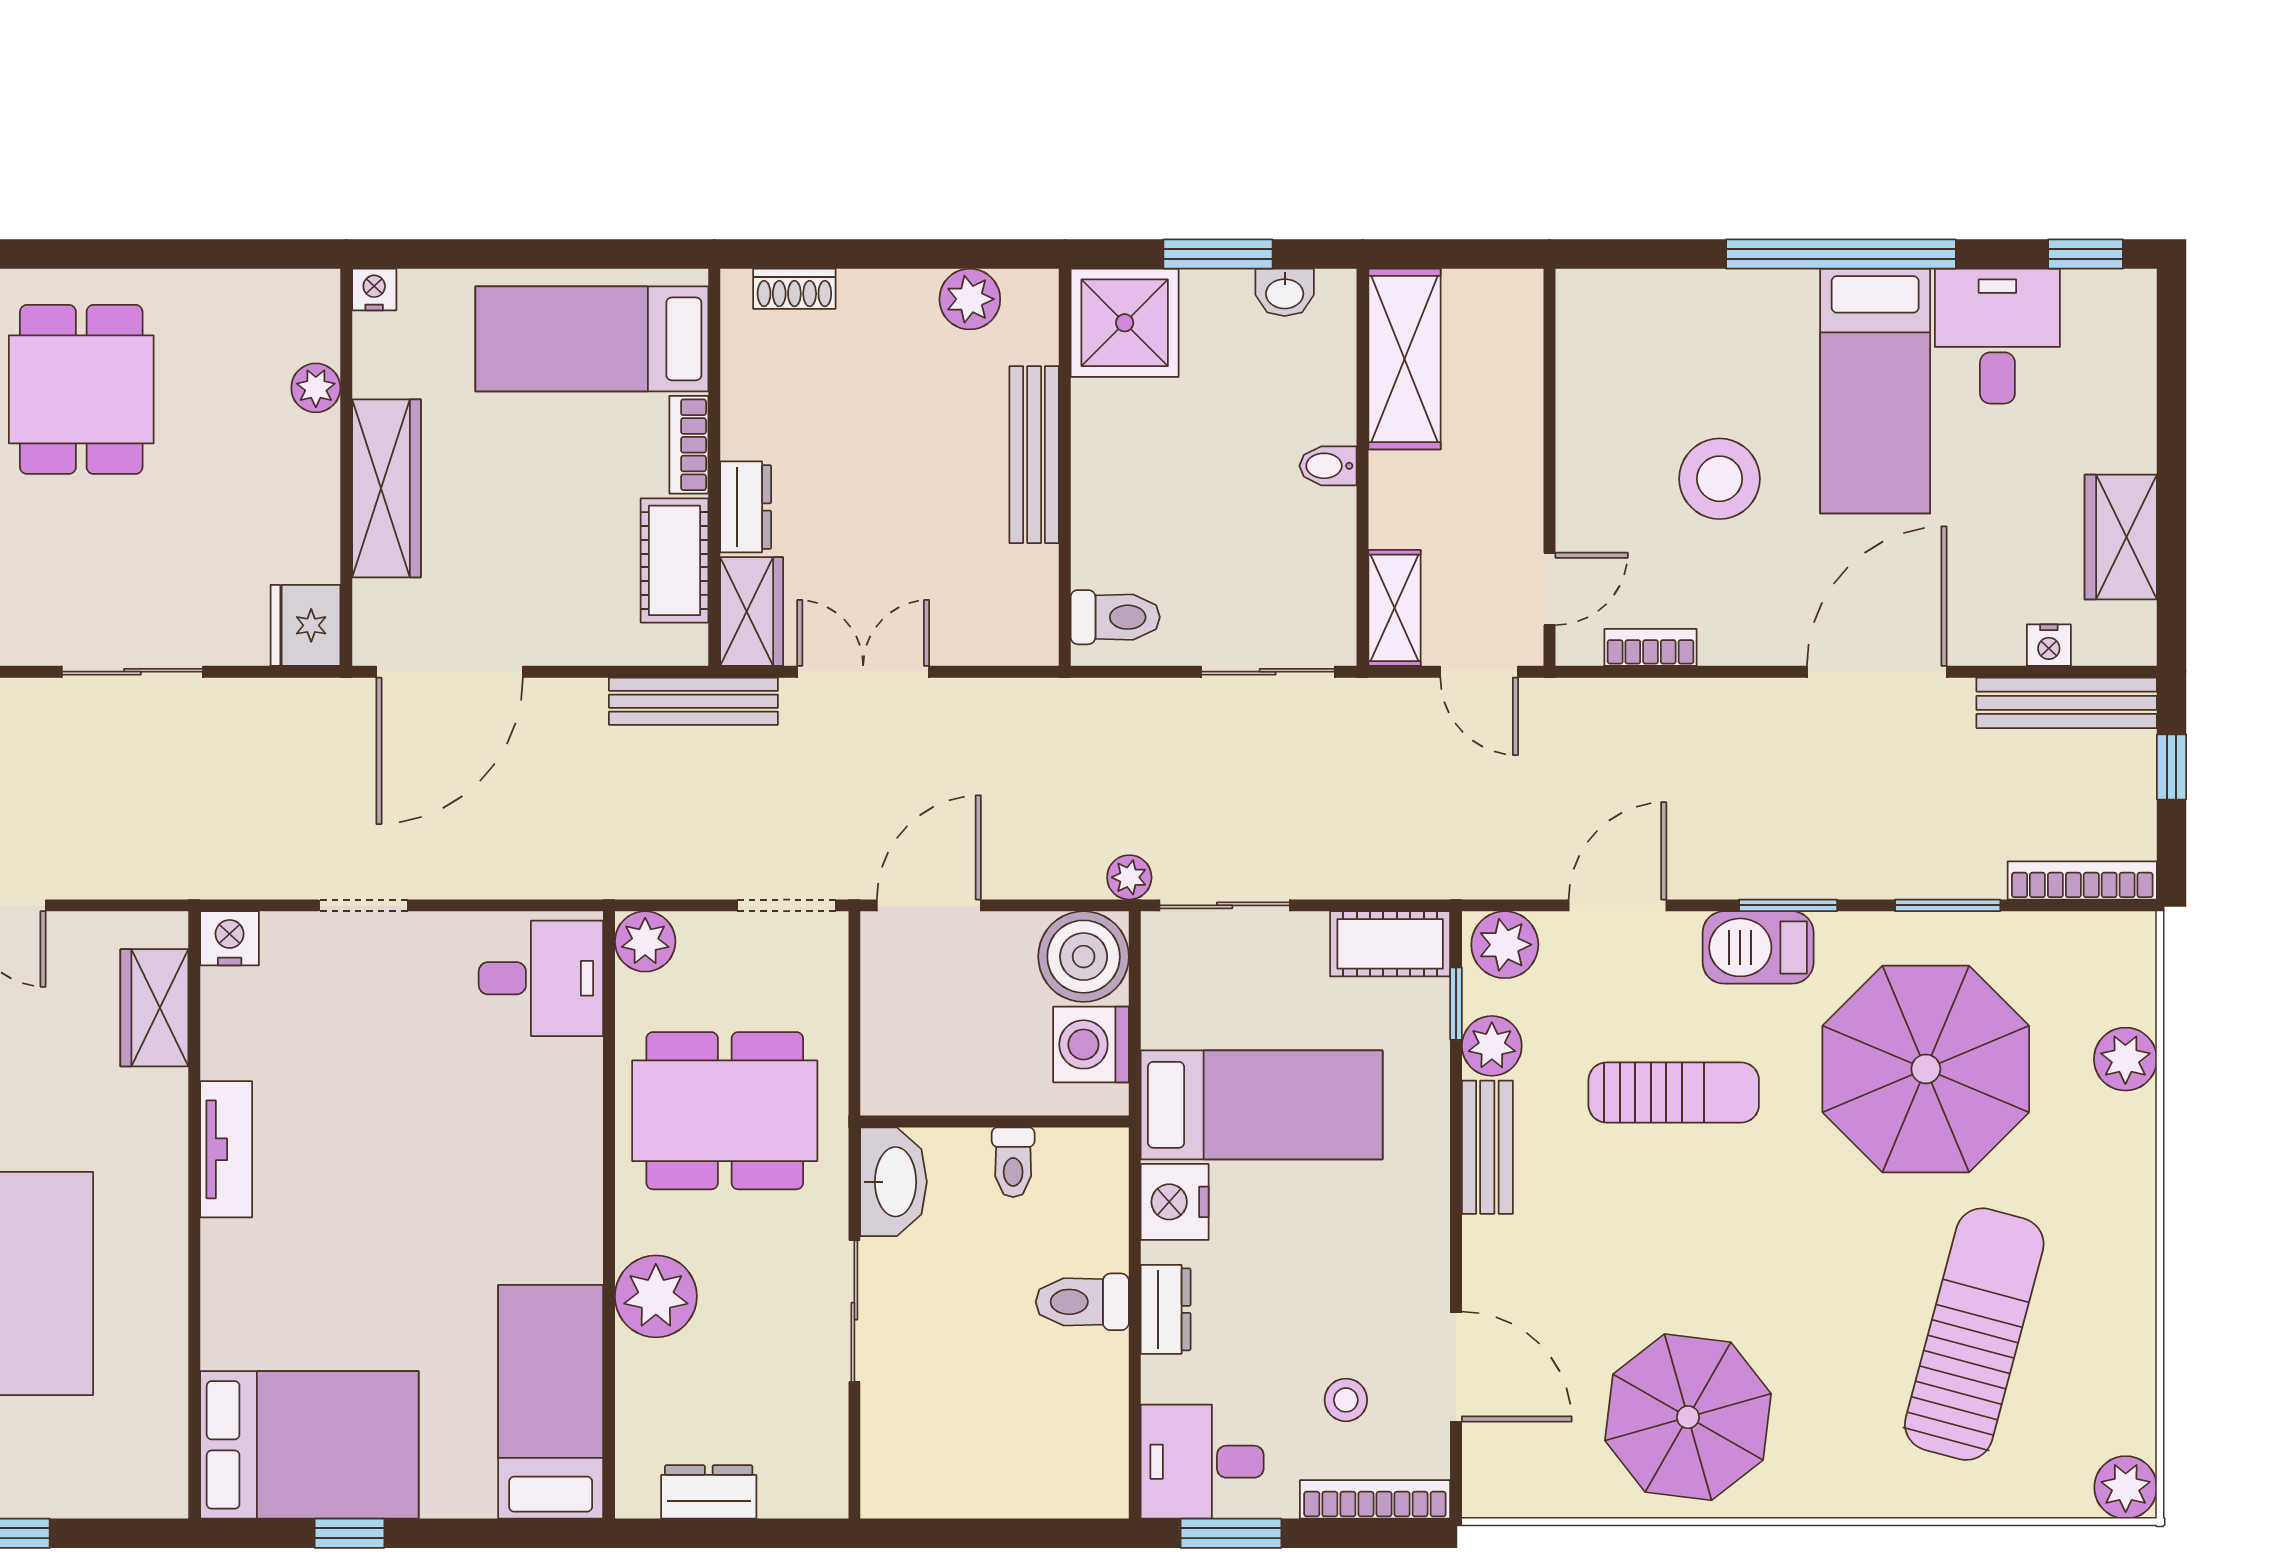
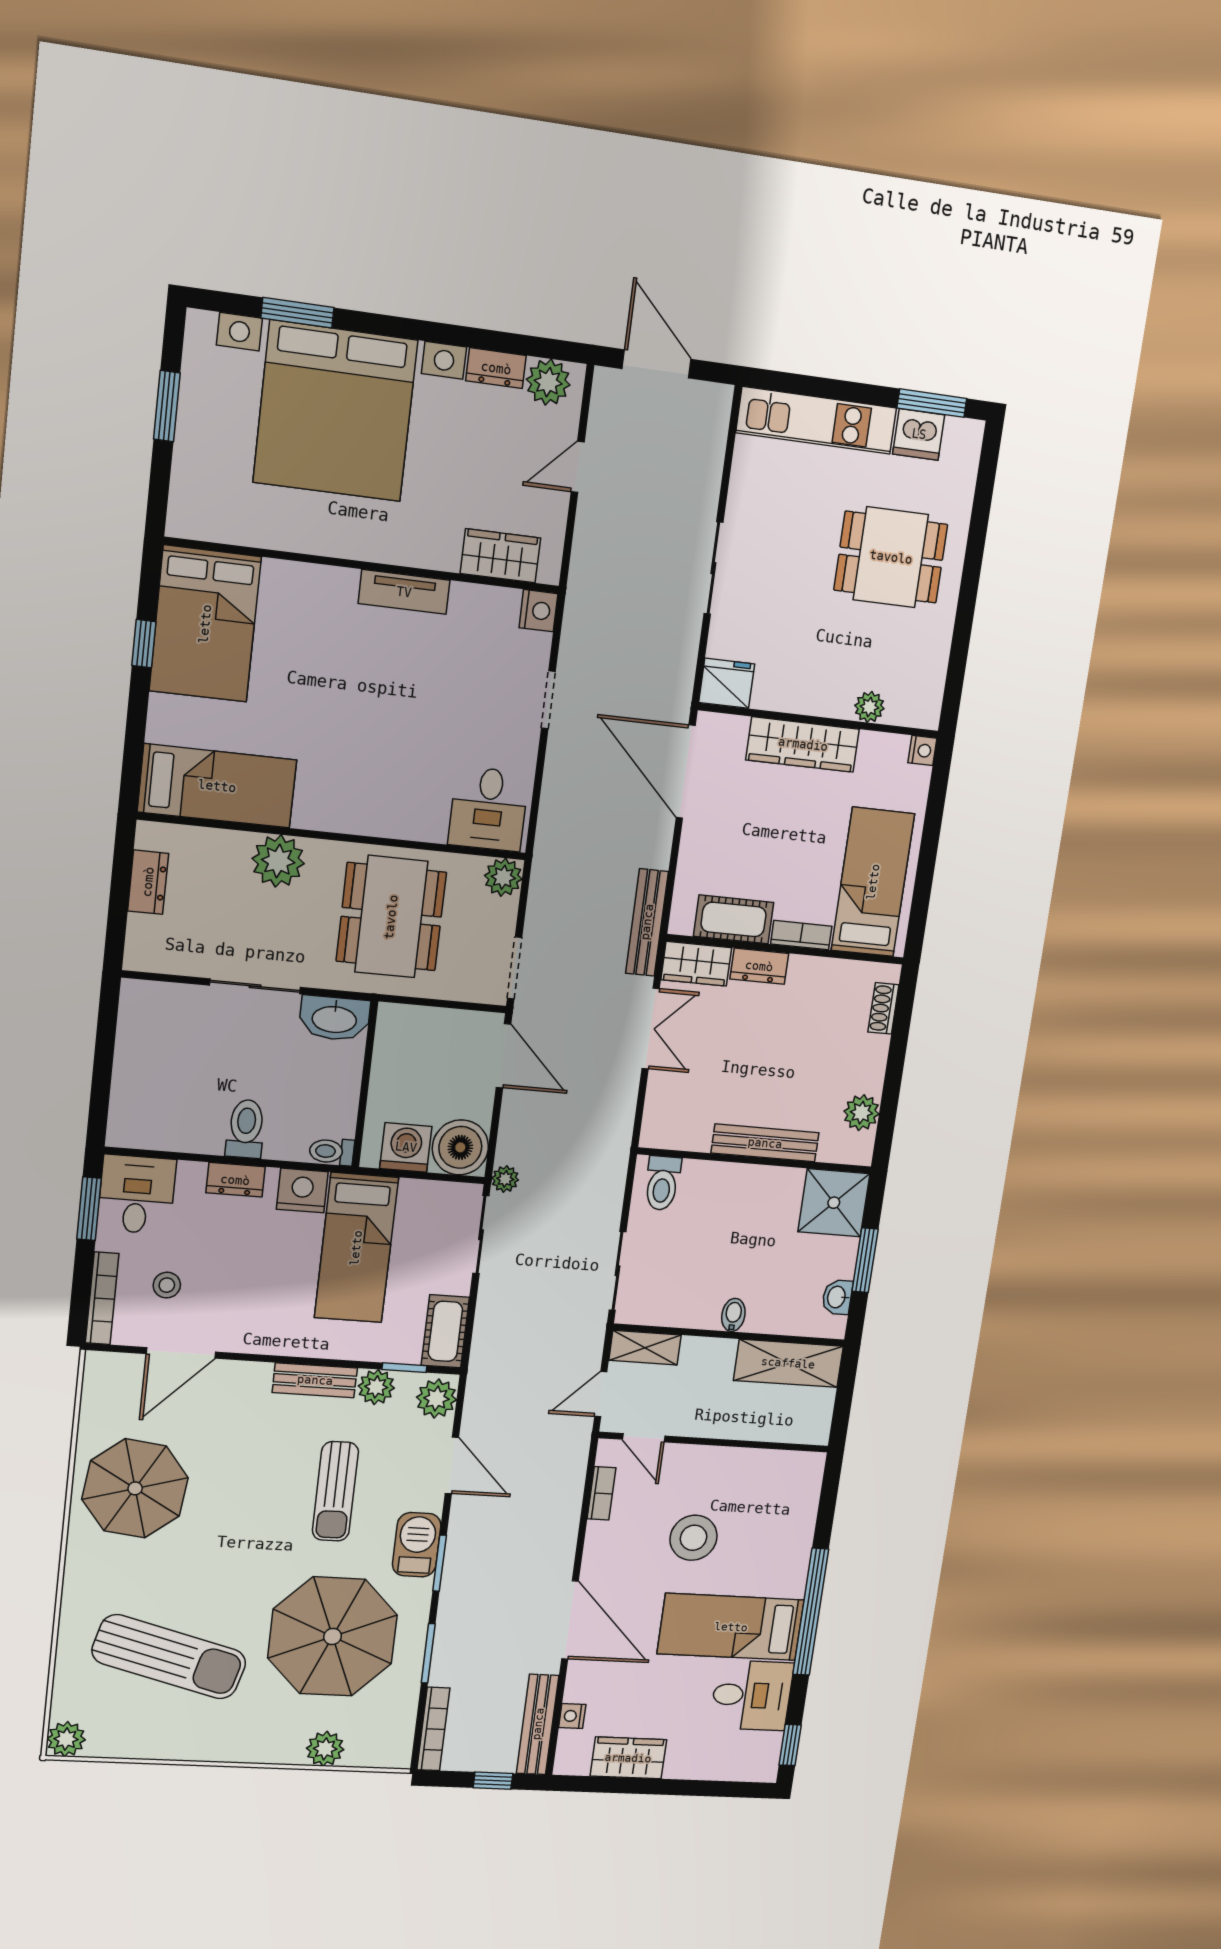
toilet: (1013, 1162) -> (332, 1152), moved

